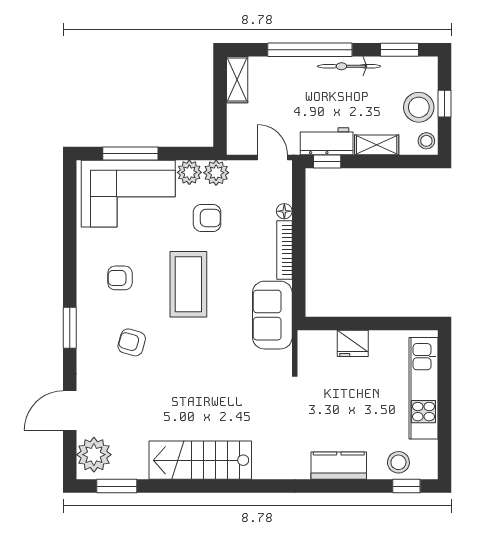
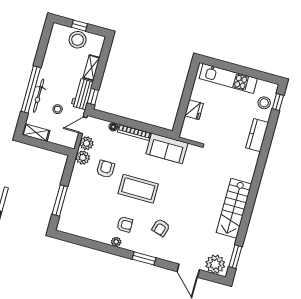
window: (400, 50) -> (44, 42), removed
bicycle: (349, 66) -> (39, 96), moved
stool: (426, 141) -> (58, 109), moved
plant: (189, 172) -> (86, 143), moved
corner sofa: (128, 194) -> (81, 208), removed
plant: (85, 271) -> (116, 242), added
armchair: (120, 278) -> (125, 224), turned -90

